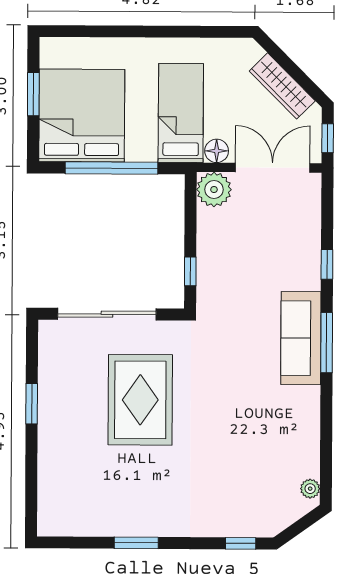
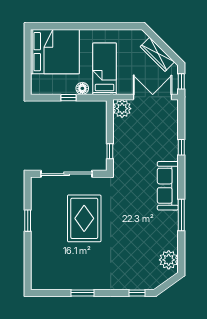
window: (33, 94) -> (28, 59), removed
bed: (82, 116) -> (55, 52), moved, turned 90
floor lamp: (217, 151) -> (82, 88), moved
window: (111, 168) -> (69, 98), width x0.32
window: (327, 343) -> (181, 215), moved
plant: (310, 489) -> (169, 260), width x1.88, depth x1.88

